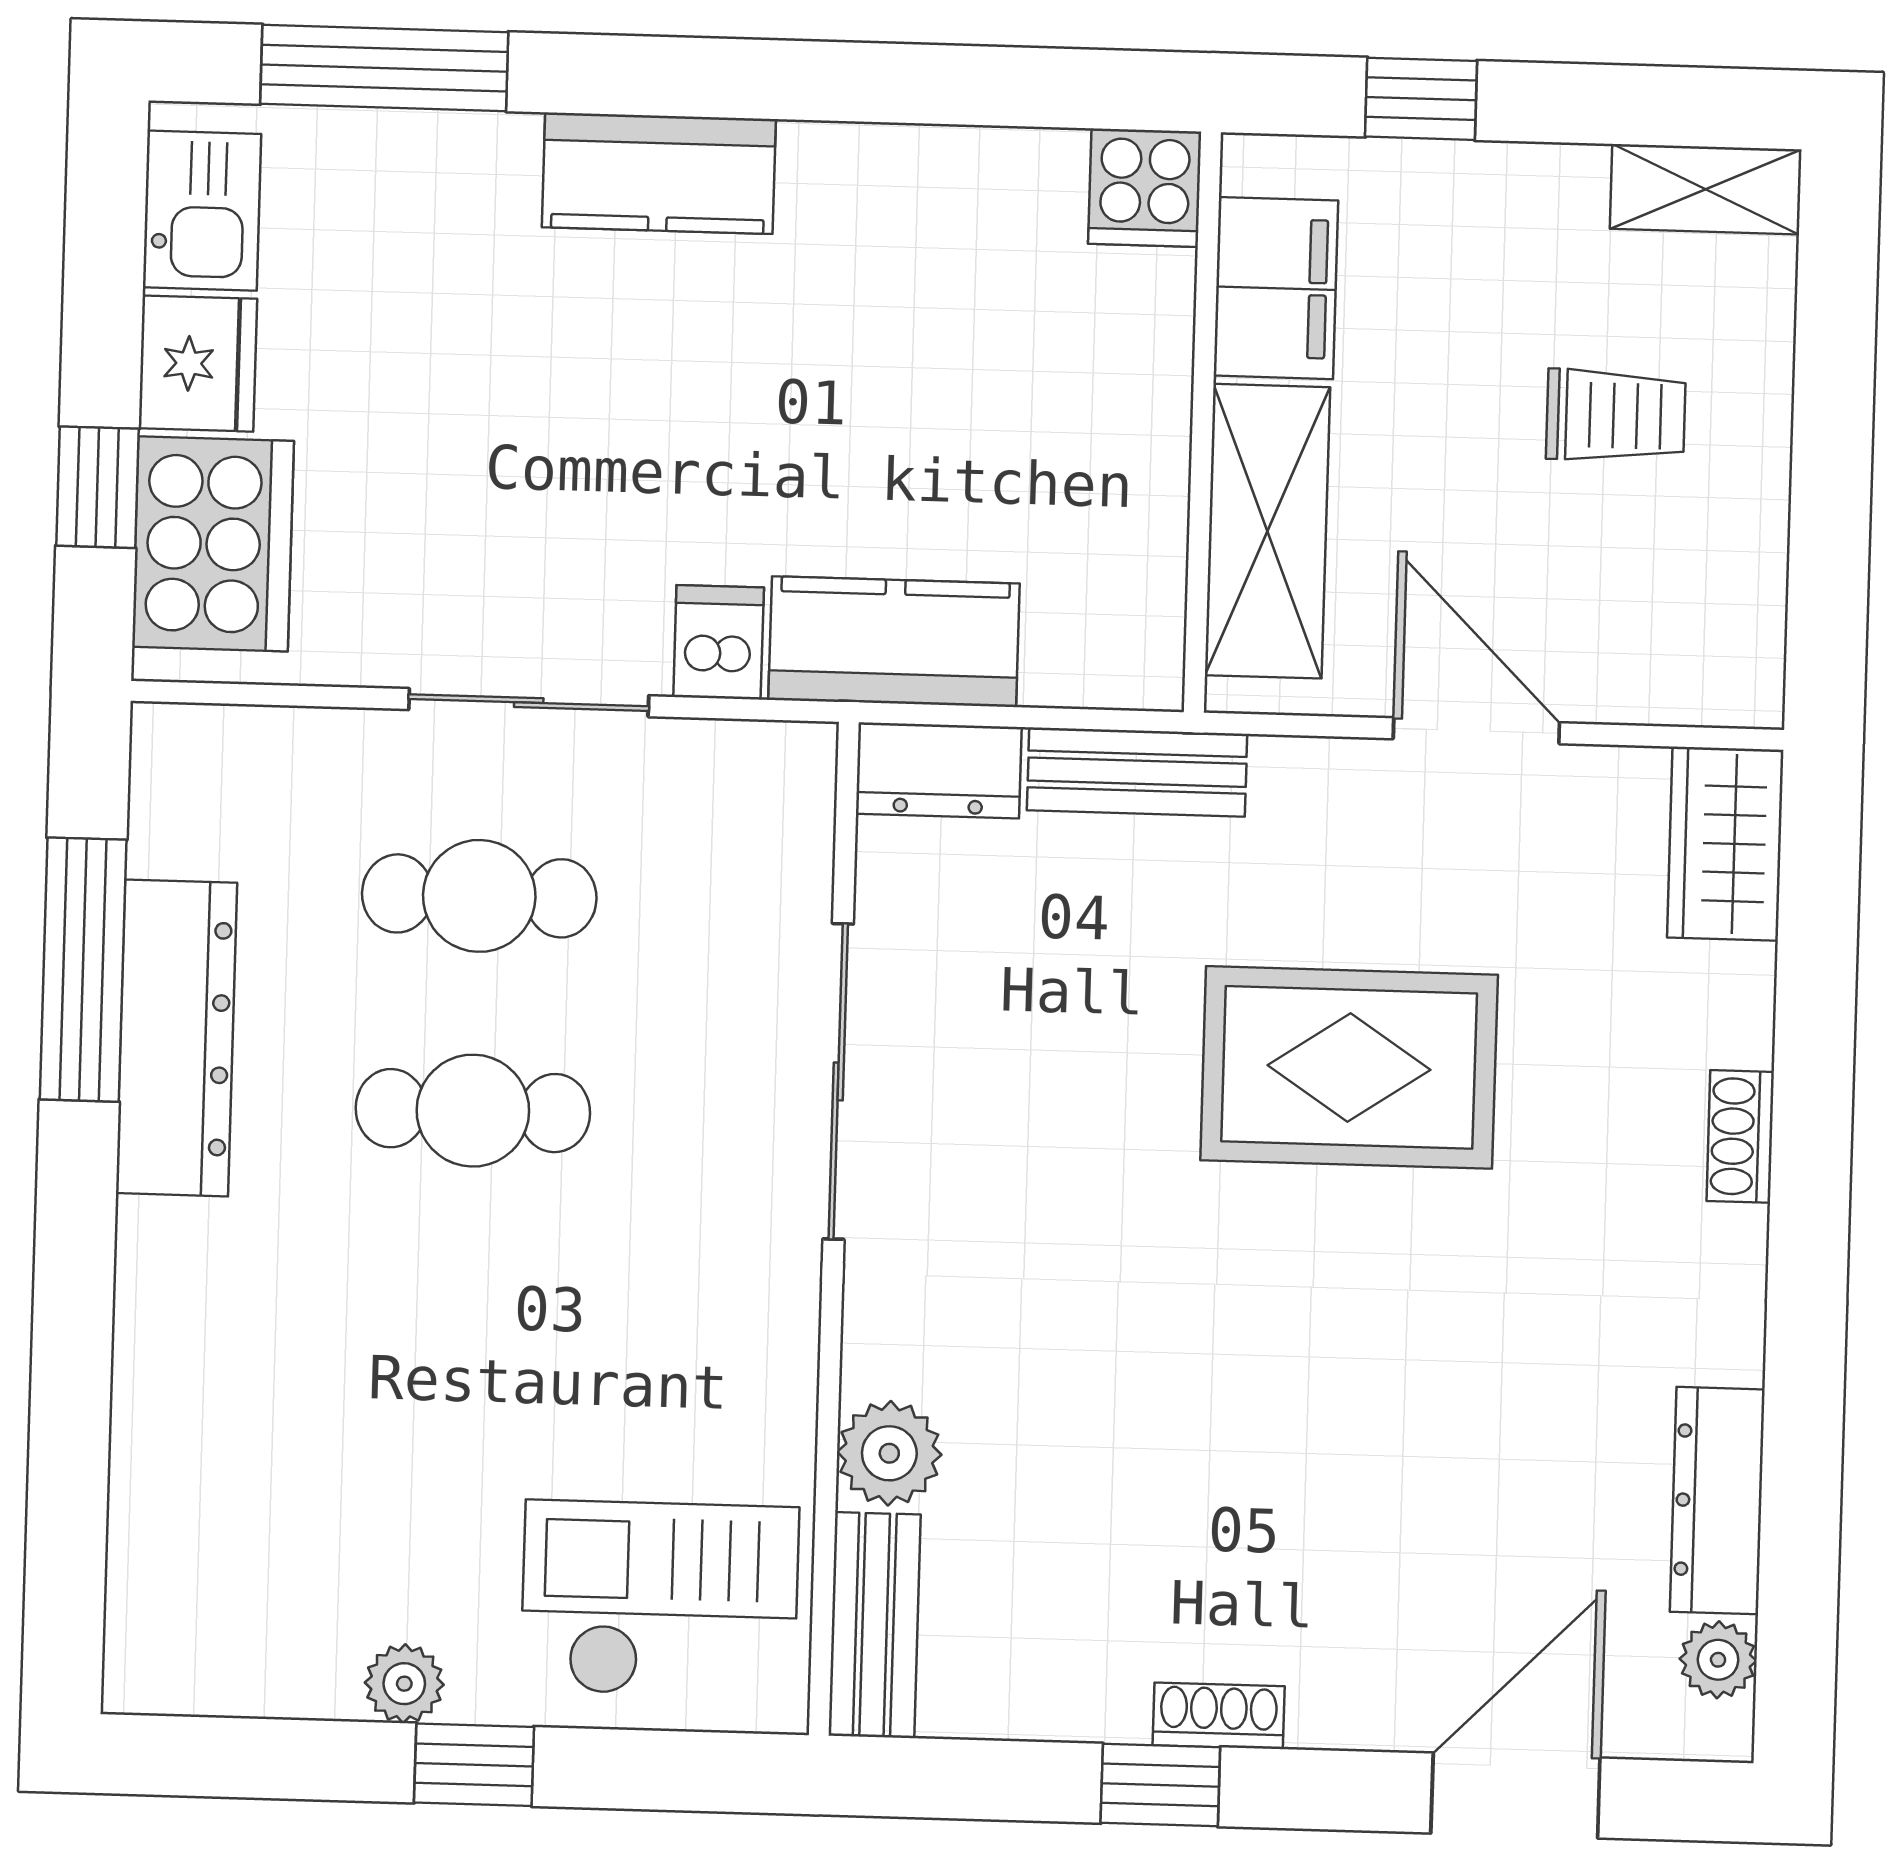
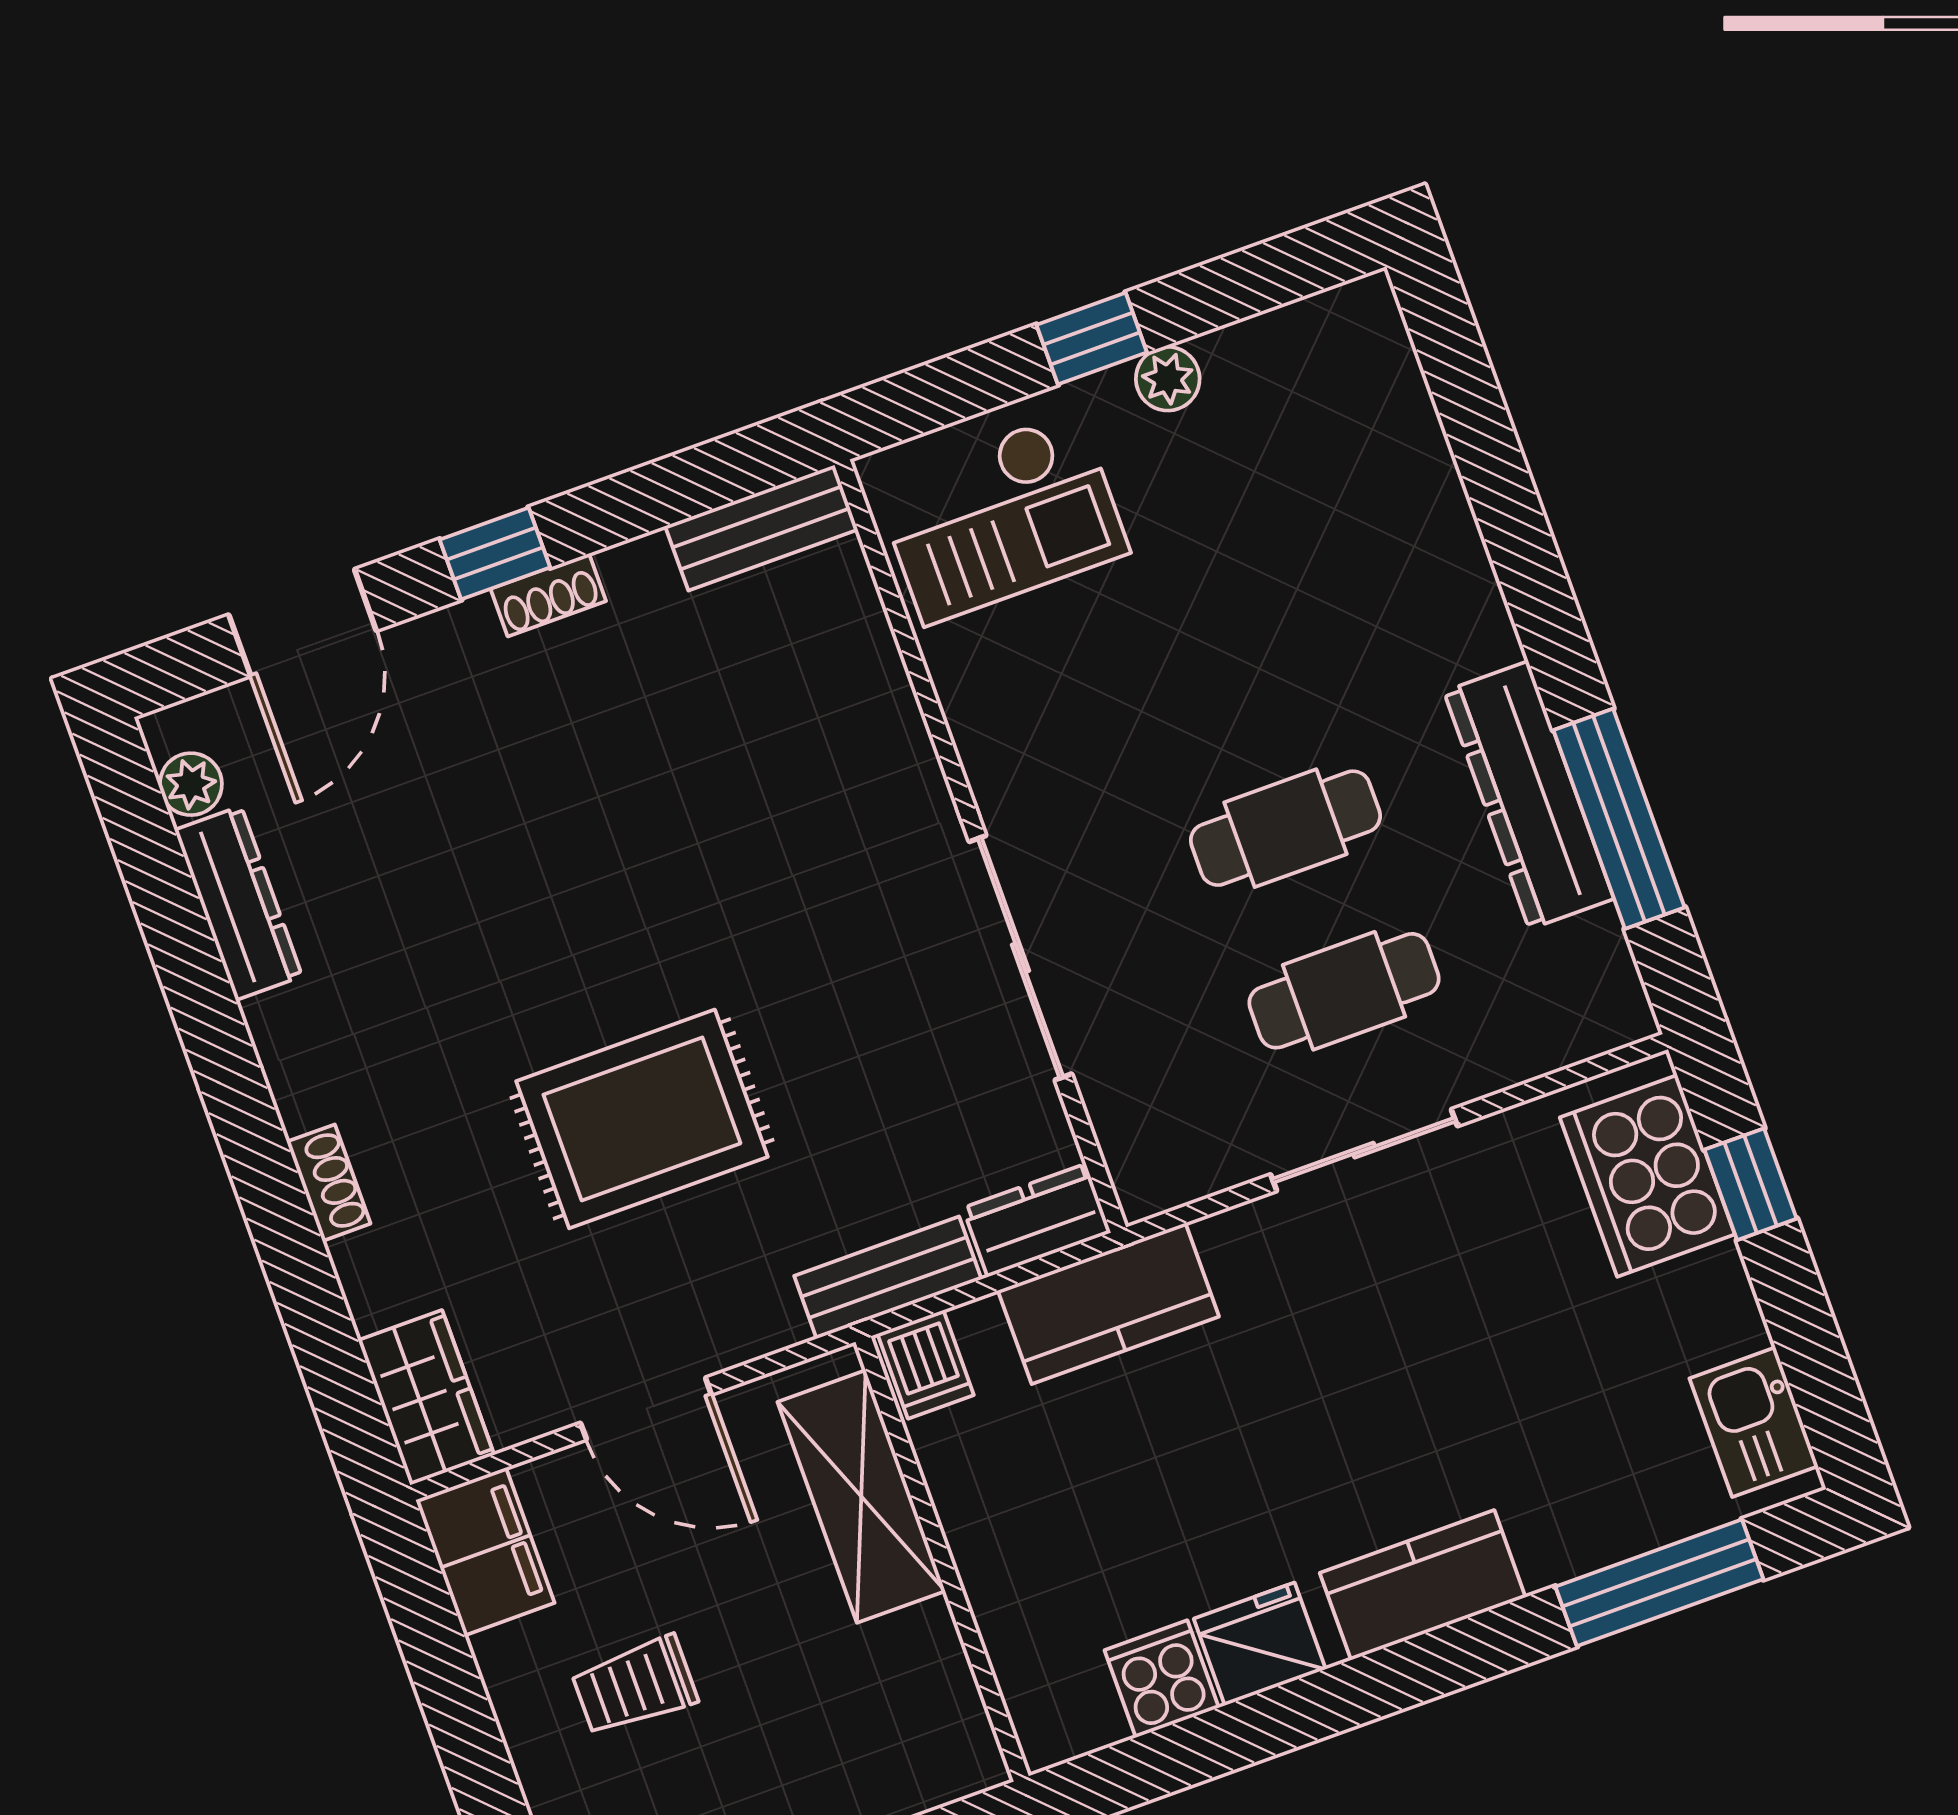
cooker: (1145, 188) -> (1162, 1679), moved
filing cabinet: (1276, 288) -> (485, 1552), moved, turned 180
fridge: (198, 364) -> (1260, 1644), moved, turned 90
dishwasher: (719, 642) -> (926, 1364), moved
plant: (889, 1453) -> (872, 694), removed
bench: (875, 1625) -> (761, 528), moved, turned 90
window: (1160, 1785) -> (495, 553), moved

